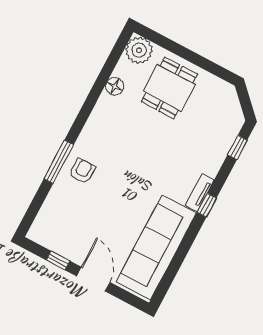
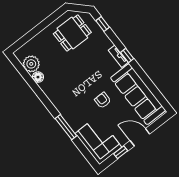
plant: (139, 50) -> (31, 64), moved
dining table: (169, 88) -> (72, 33), moved, turned 90
armchair: (82, 171) -> (103, 100), moved
corner sofa: (61, 219) -> (98, 140), added

